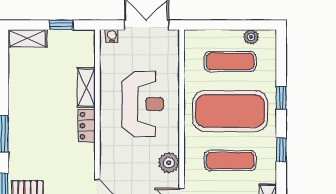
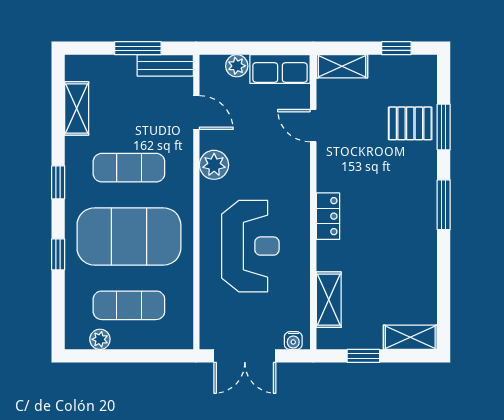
shelving: (86, 87) -> (329, 300), moved
reception desk: (143, 104) -> (250, 246), turned 180

